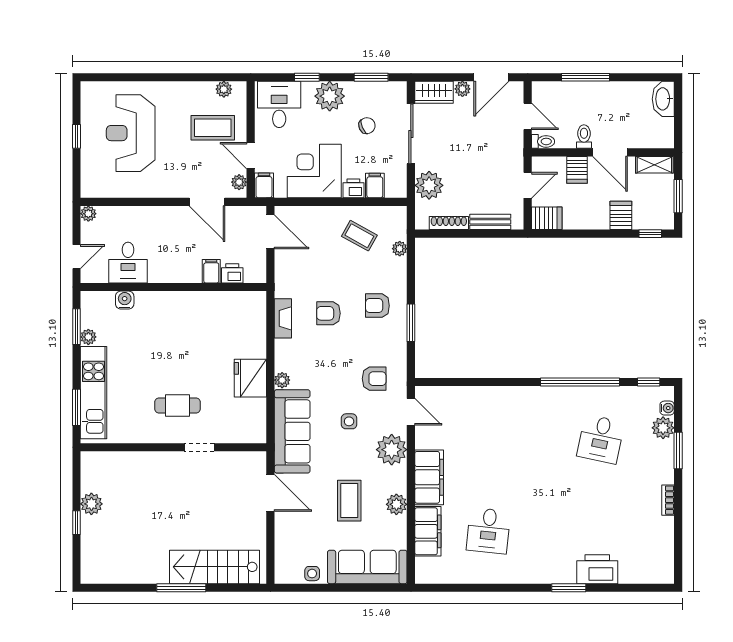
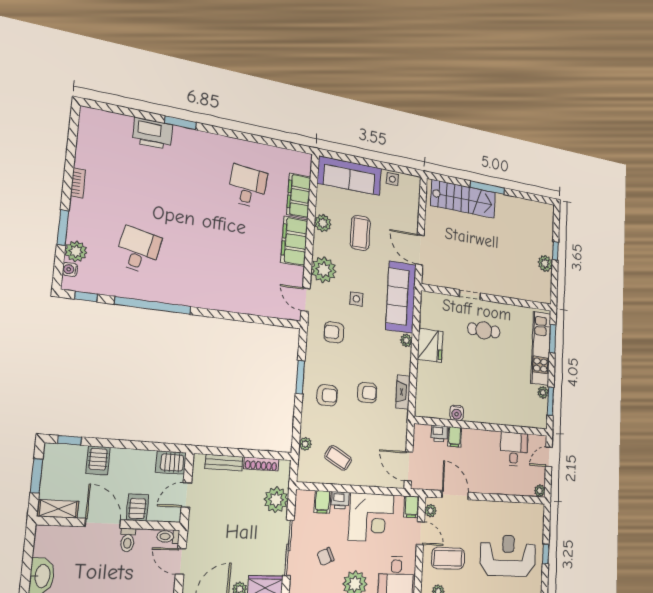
reception desk: (131, 133) -> (508, 556), turned -90
water cooler: (125, 300) -> (457, 413), moved

